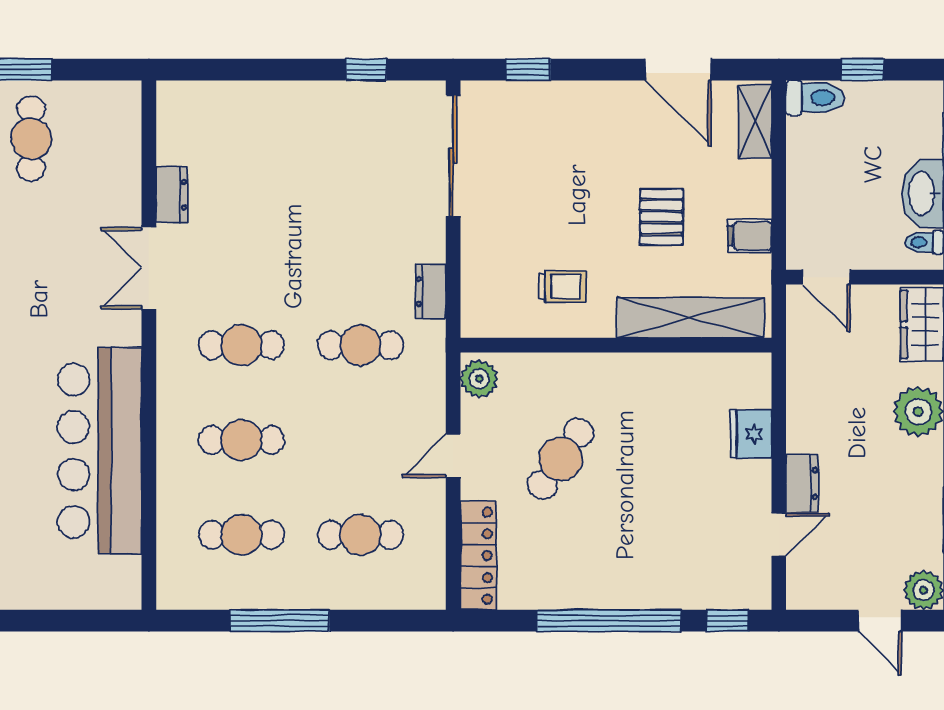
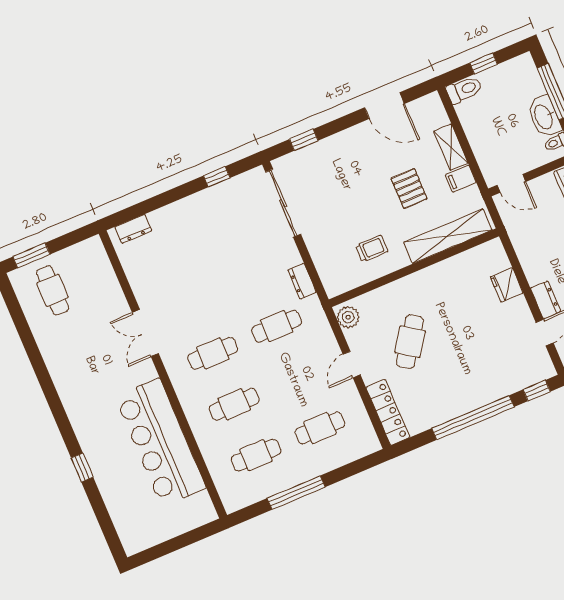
shelving: (755, 122) -> (451, 147), moved
dresser: (172, 195) -> (133, 229), moved, turned 90

